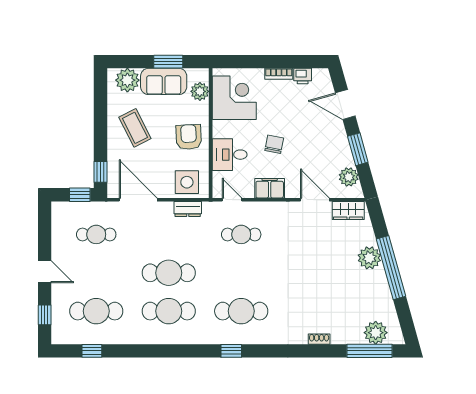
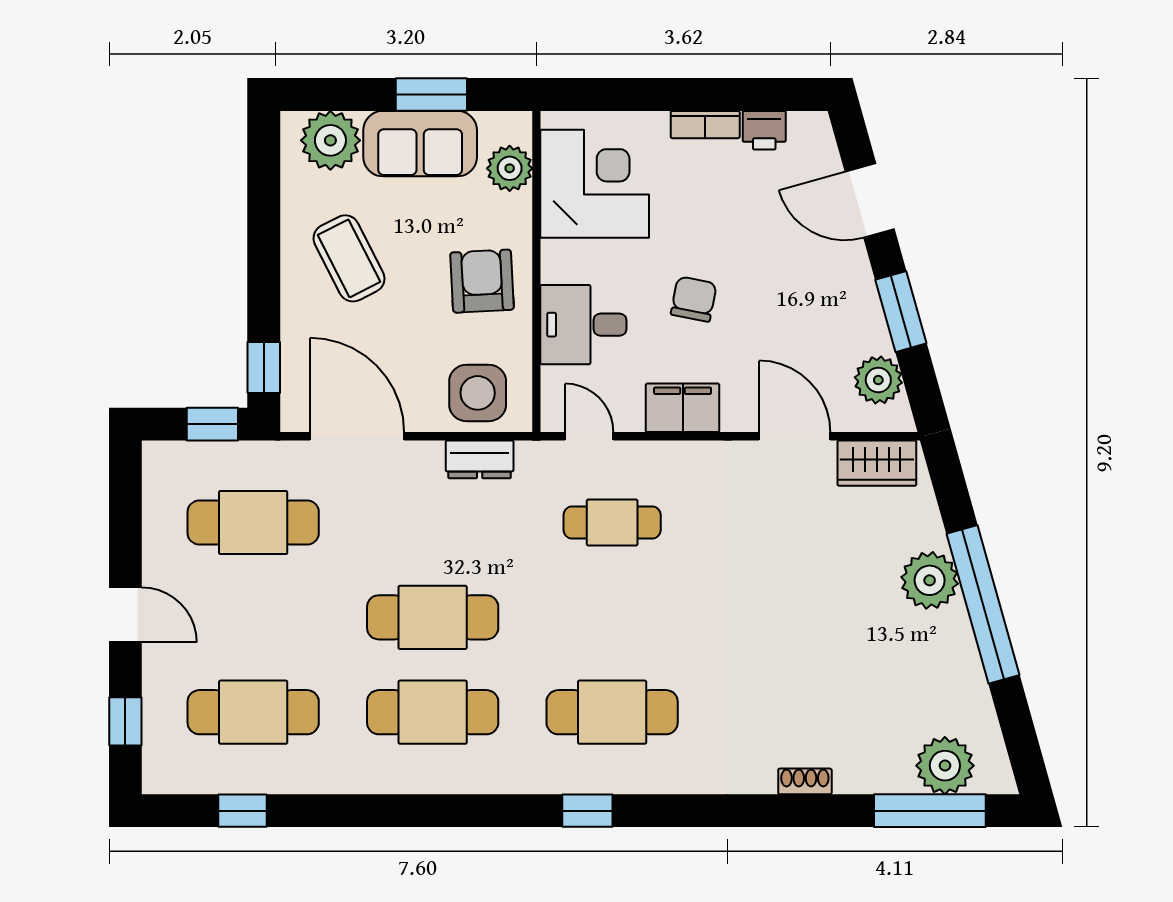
cafe table: (96, 234) -> (253, 523), width x1.37, depth x1.35

